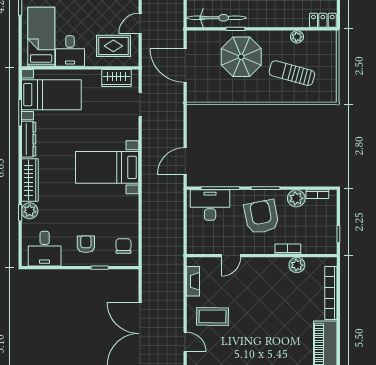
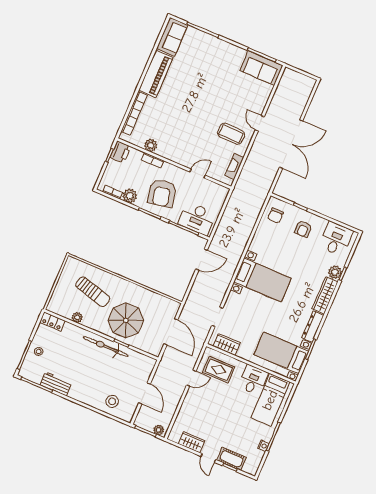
bicycle: (216, 18) -> (106, 346), moved
printer: (328, 243) -> (121, 152), added

